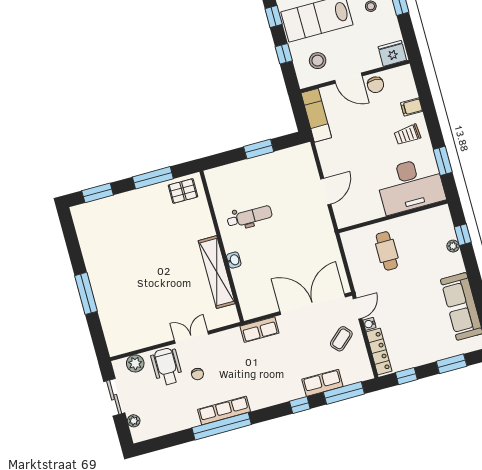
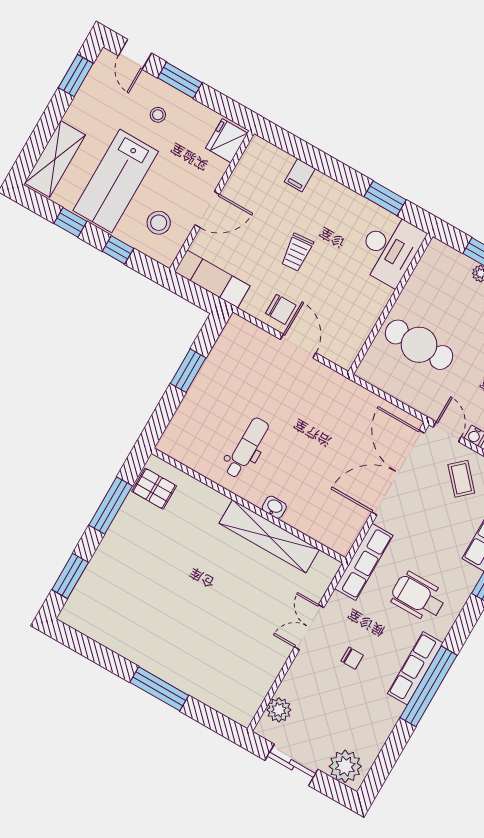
chair: (376, 85) -> (281, 309), moved
trolley: (407, 135) -> (297, 252), moved
desk: (410, 185) -> (390, 249), width x0.73, depth x0.77
pallet: (183, 191) -> (154, 489), turned 90
cafe table: (387, 251) -> (419, 345), width x1.37, depth x1.35
row of seats: (260, 330) -> (364, 562), width x1.48
wheelchair: (167, 366) -> (418, 597), moved
plant: (134, 421) -> (345, 766), width x1.88, depth x1.88

